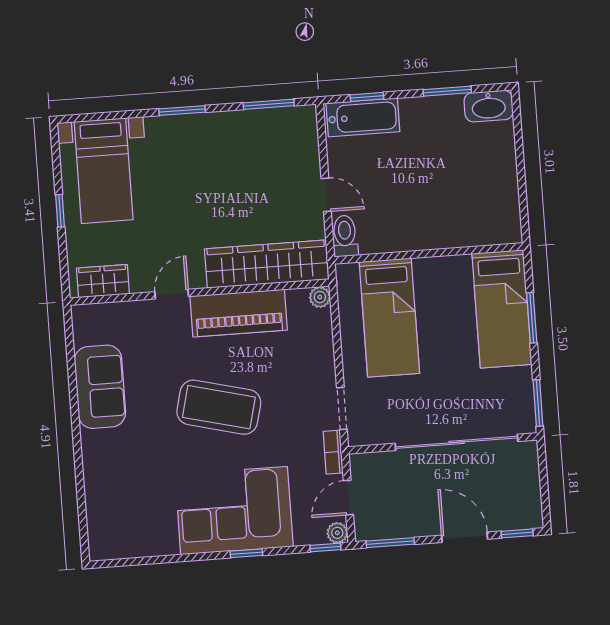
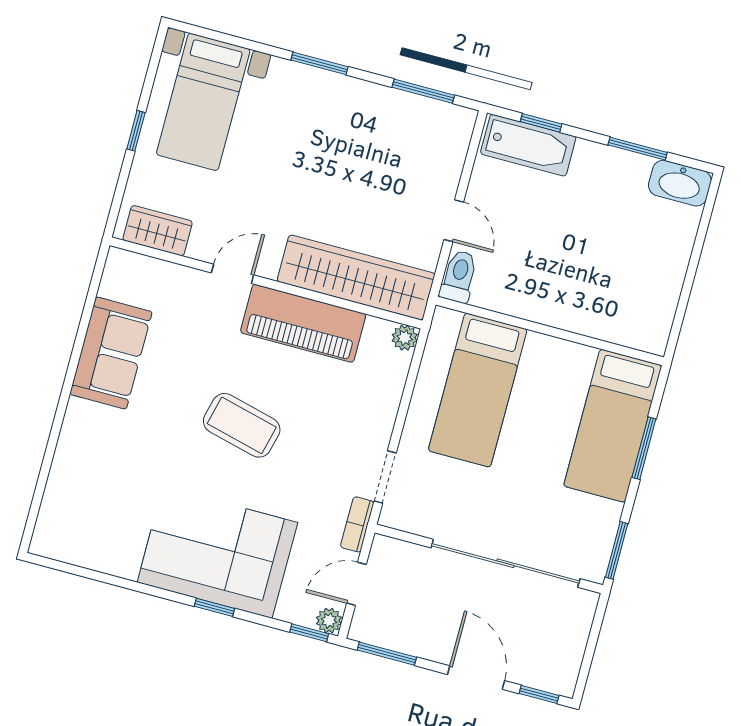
coffee table: (219, 407) -> (242, 425), width x0.73, depth x0.76

